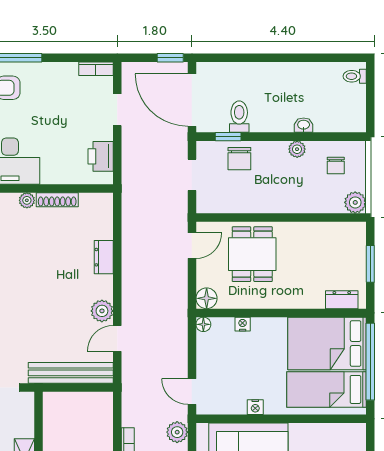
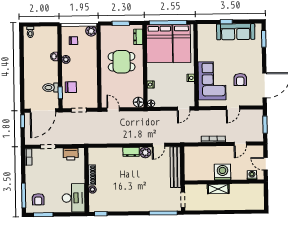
dining table: (252, 254) -> (122, 62), moved
dresser: (104, 257) -> (131, 152), moved
door: (117, 338) -> (158, 145), hinge flipped
plant: (177, 432) -> (203, 115), removed

